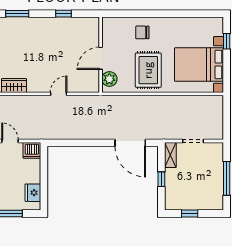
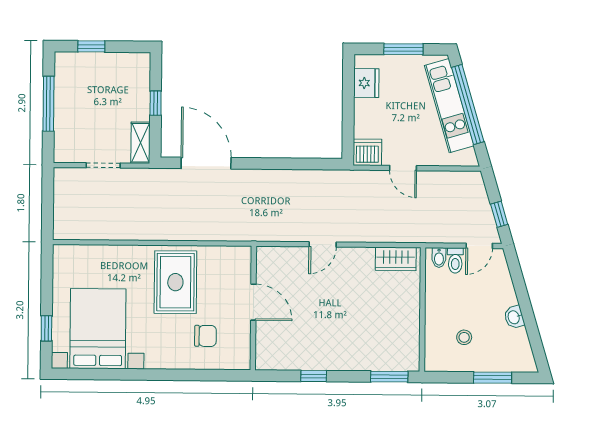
chair: (142, 32) -> (205, 336), moved
door: (101, 58) -> (253, 302), hinge flipped
bed with nightstands: (199, 65) -> (98, 329), moved, turned -90
plant: (109, 79) -> (239, 268), removed
window: (190, 214) -> (91, 46), moved

